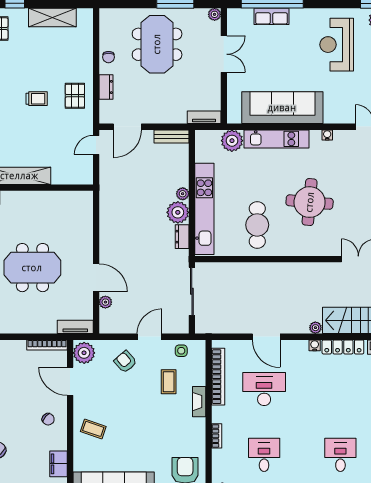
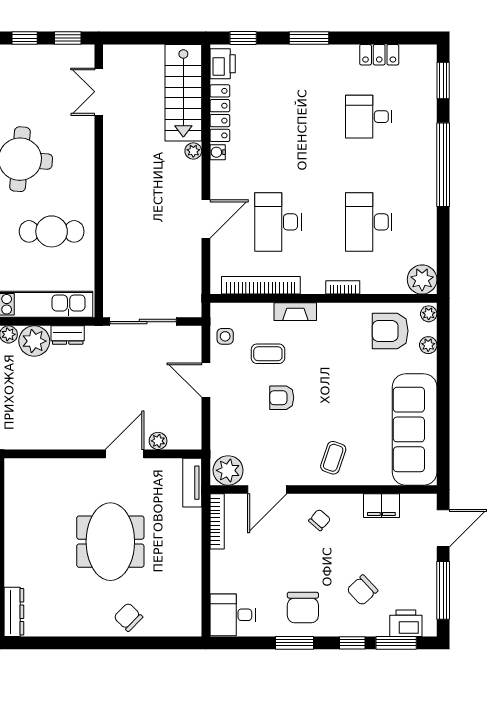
armchair: (125, 362) -> (282, 398), moved, turned 41
desk: (264, 455) -> (369, 222), width x1.37

